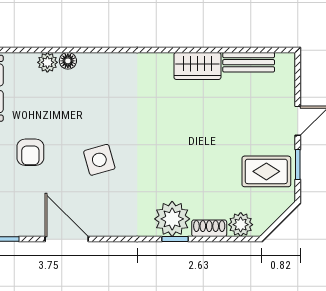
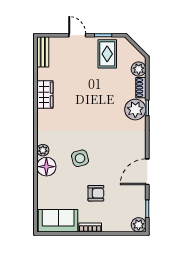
floor lamp: (68, 61) -> (46, 167), width x1.89, depth x1.89
plant: (47, 62) -> (43, 150), moved
bench: (249, 62) -> (43, 52), moved
side table: (99, 160) -> (80, 158), moved

